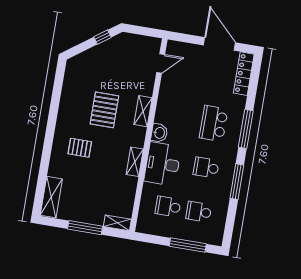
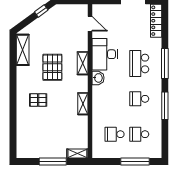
door: (161, 63) -> (90, 24), hinge flipped
desk: (163, 164) -> (105, 54), moved
shelving: (51, 197) -> (23, 50), moved

